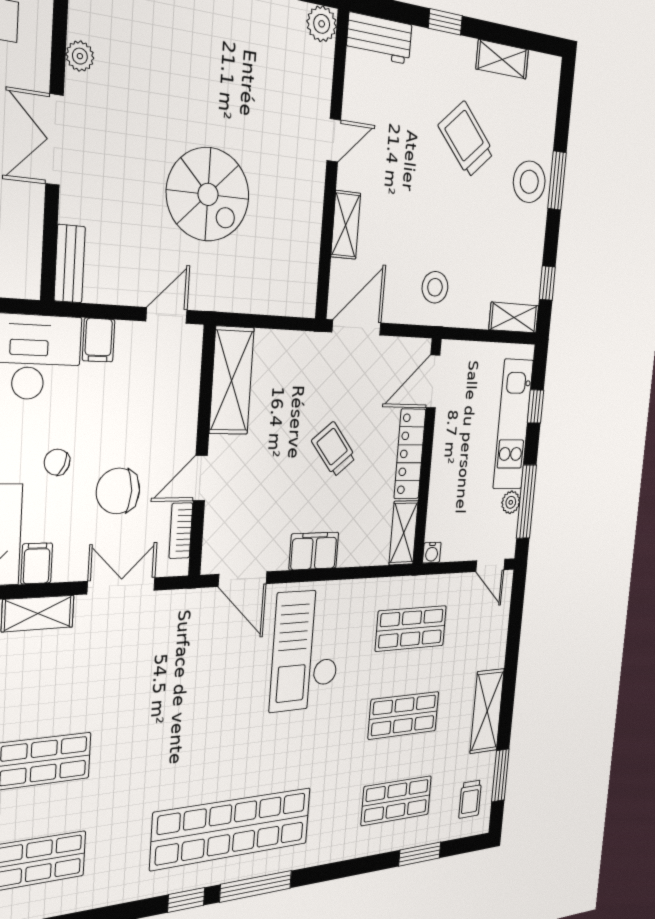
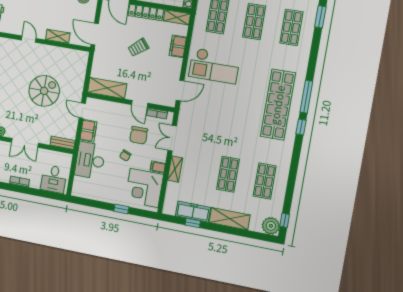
filing cabinet: (99, 340) -> (88, 131), width x2.00
filing cabinet: (314, 551) -> (178, 46), moved

